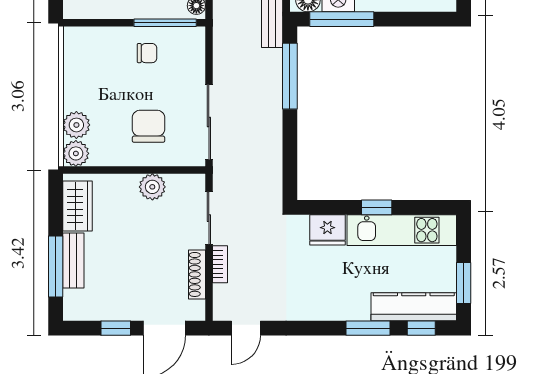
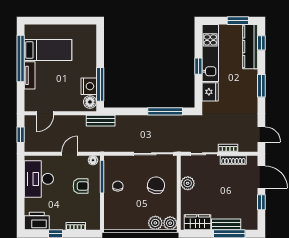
window: (290, 76) -> (165, 111), moved
chair: (149, 126) -> (156, 185), turned 101
window: (368, 328) -> (261, 86), moved

